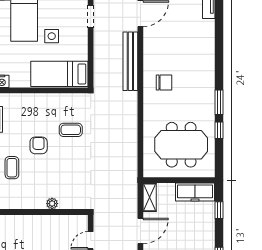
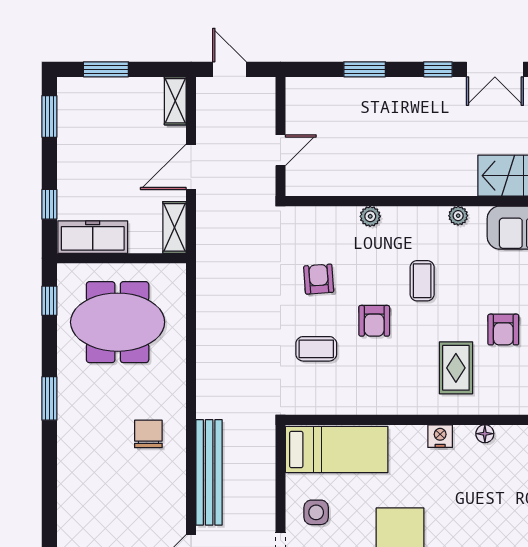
side table: (52, 36) -> (316, 512), moved
chair: (164, 83) -> (148, 434), turned 90
window: (219, 130) -> (49, 301), moved
armchair: (69, 169) -> (319, 279), added
plant: (52, 204) -> (370, 216), moved

